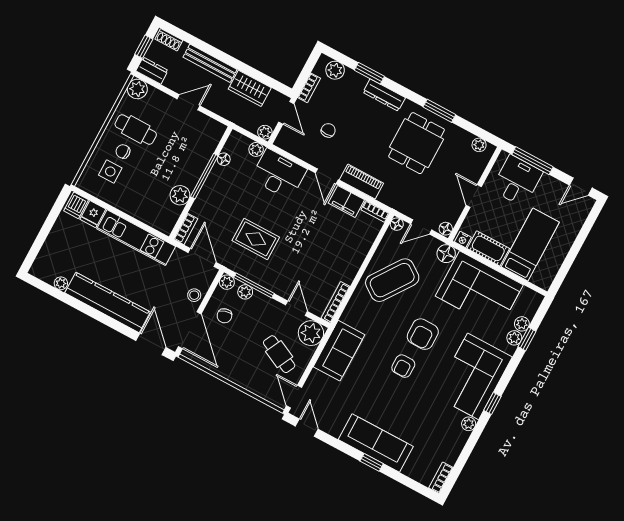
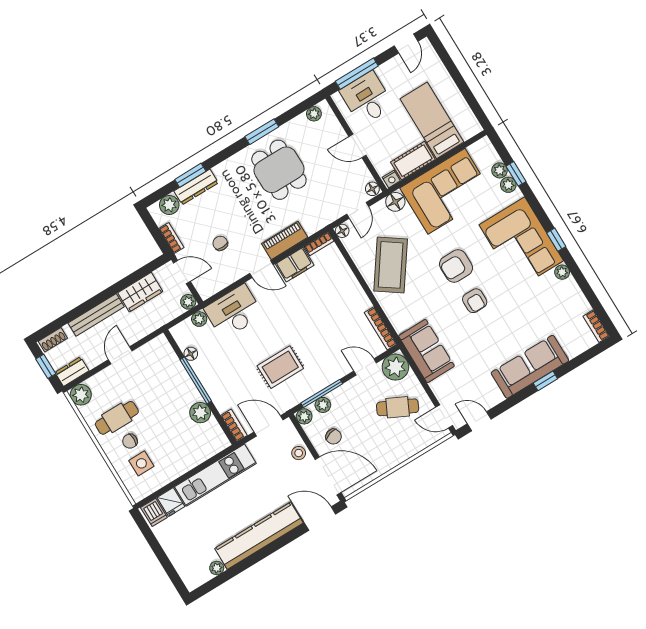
dresser: (384, 95) -> (196, 187), moved
armchair: (423, 334) -> (456, 266), turned 90

